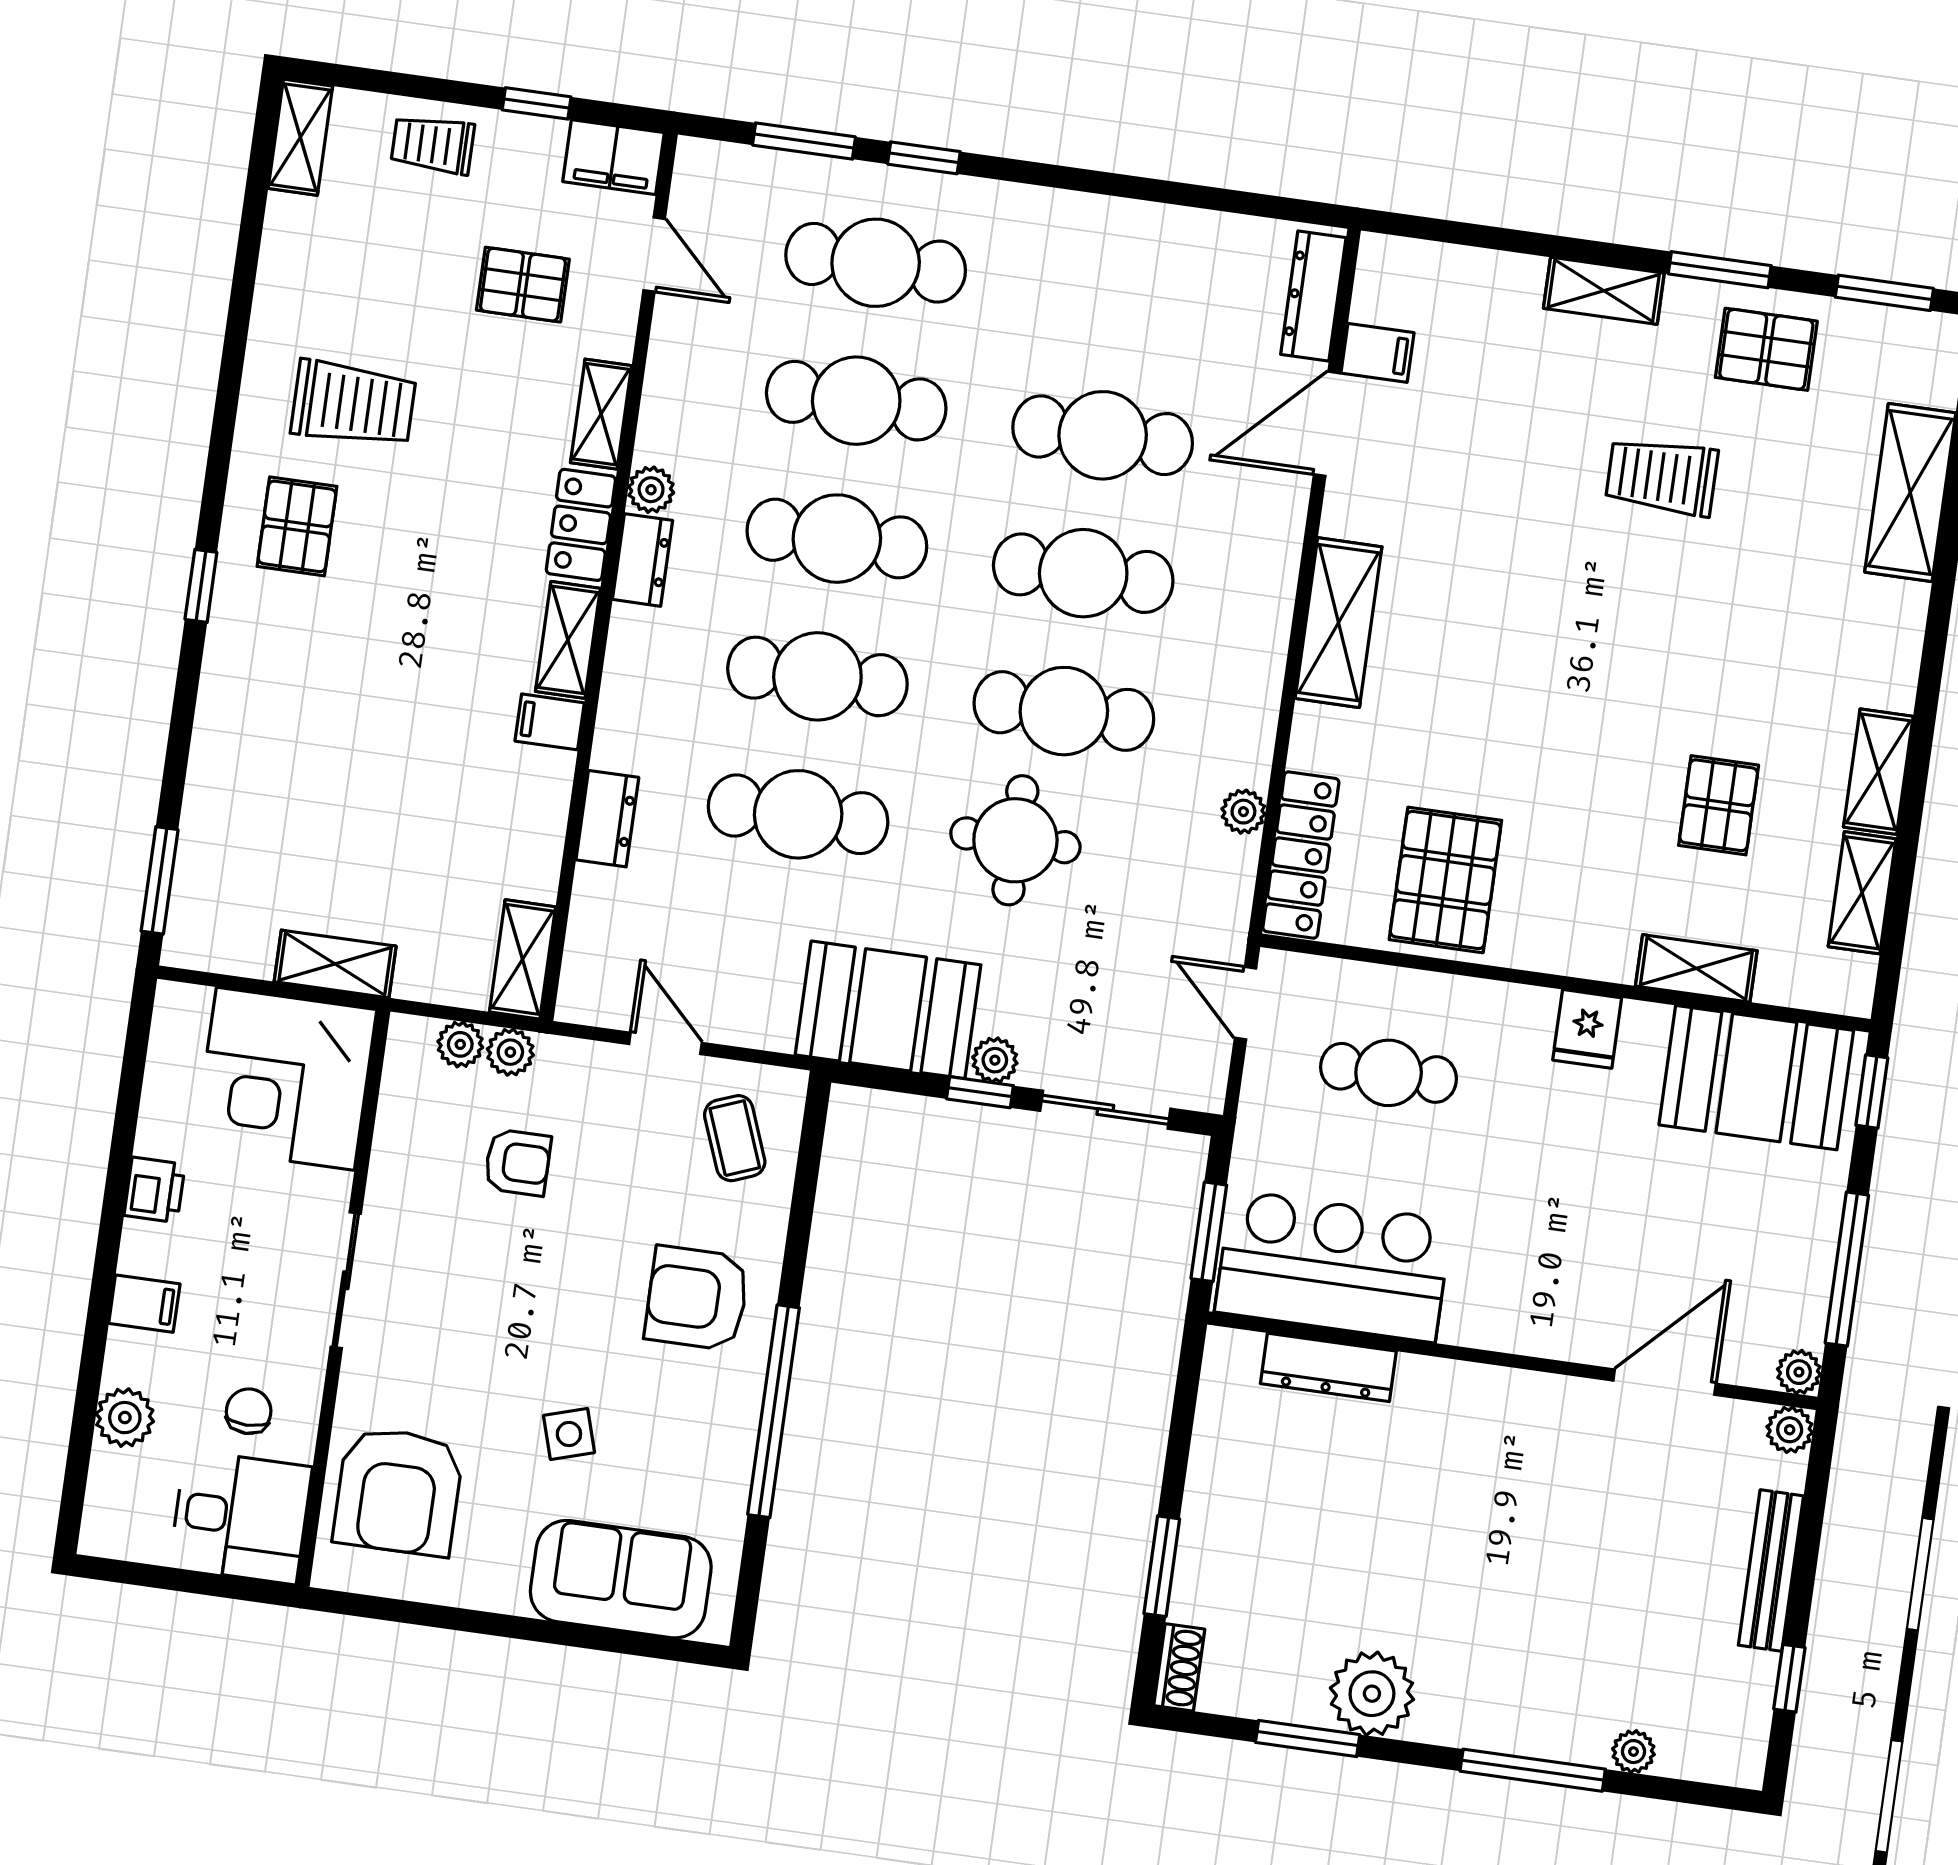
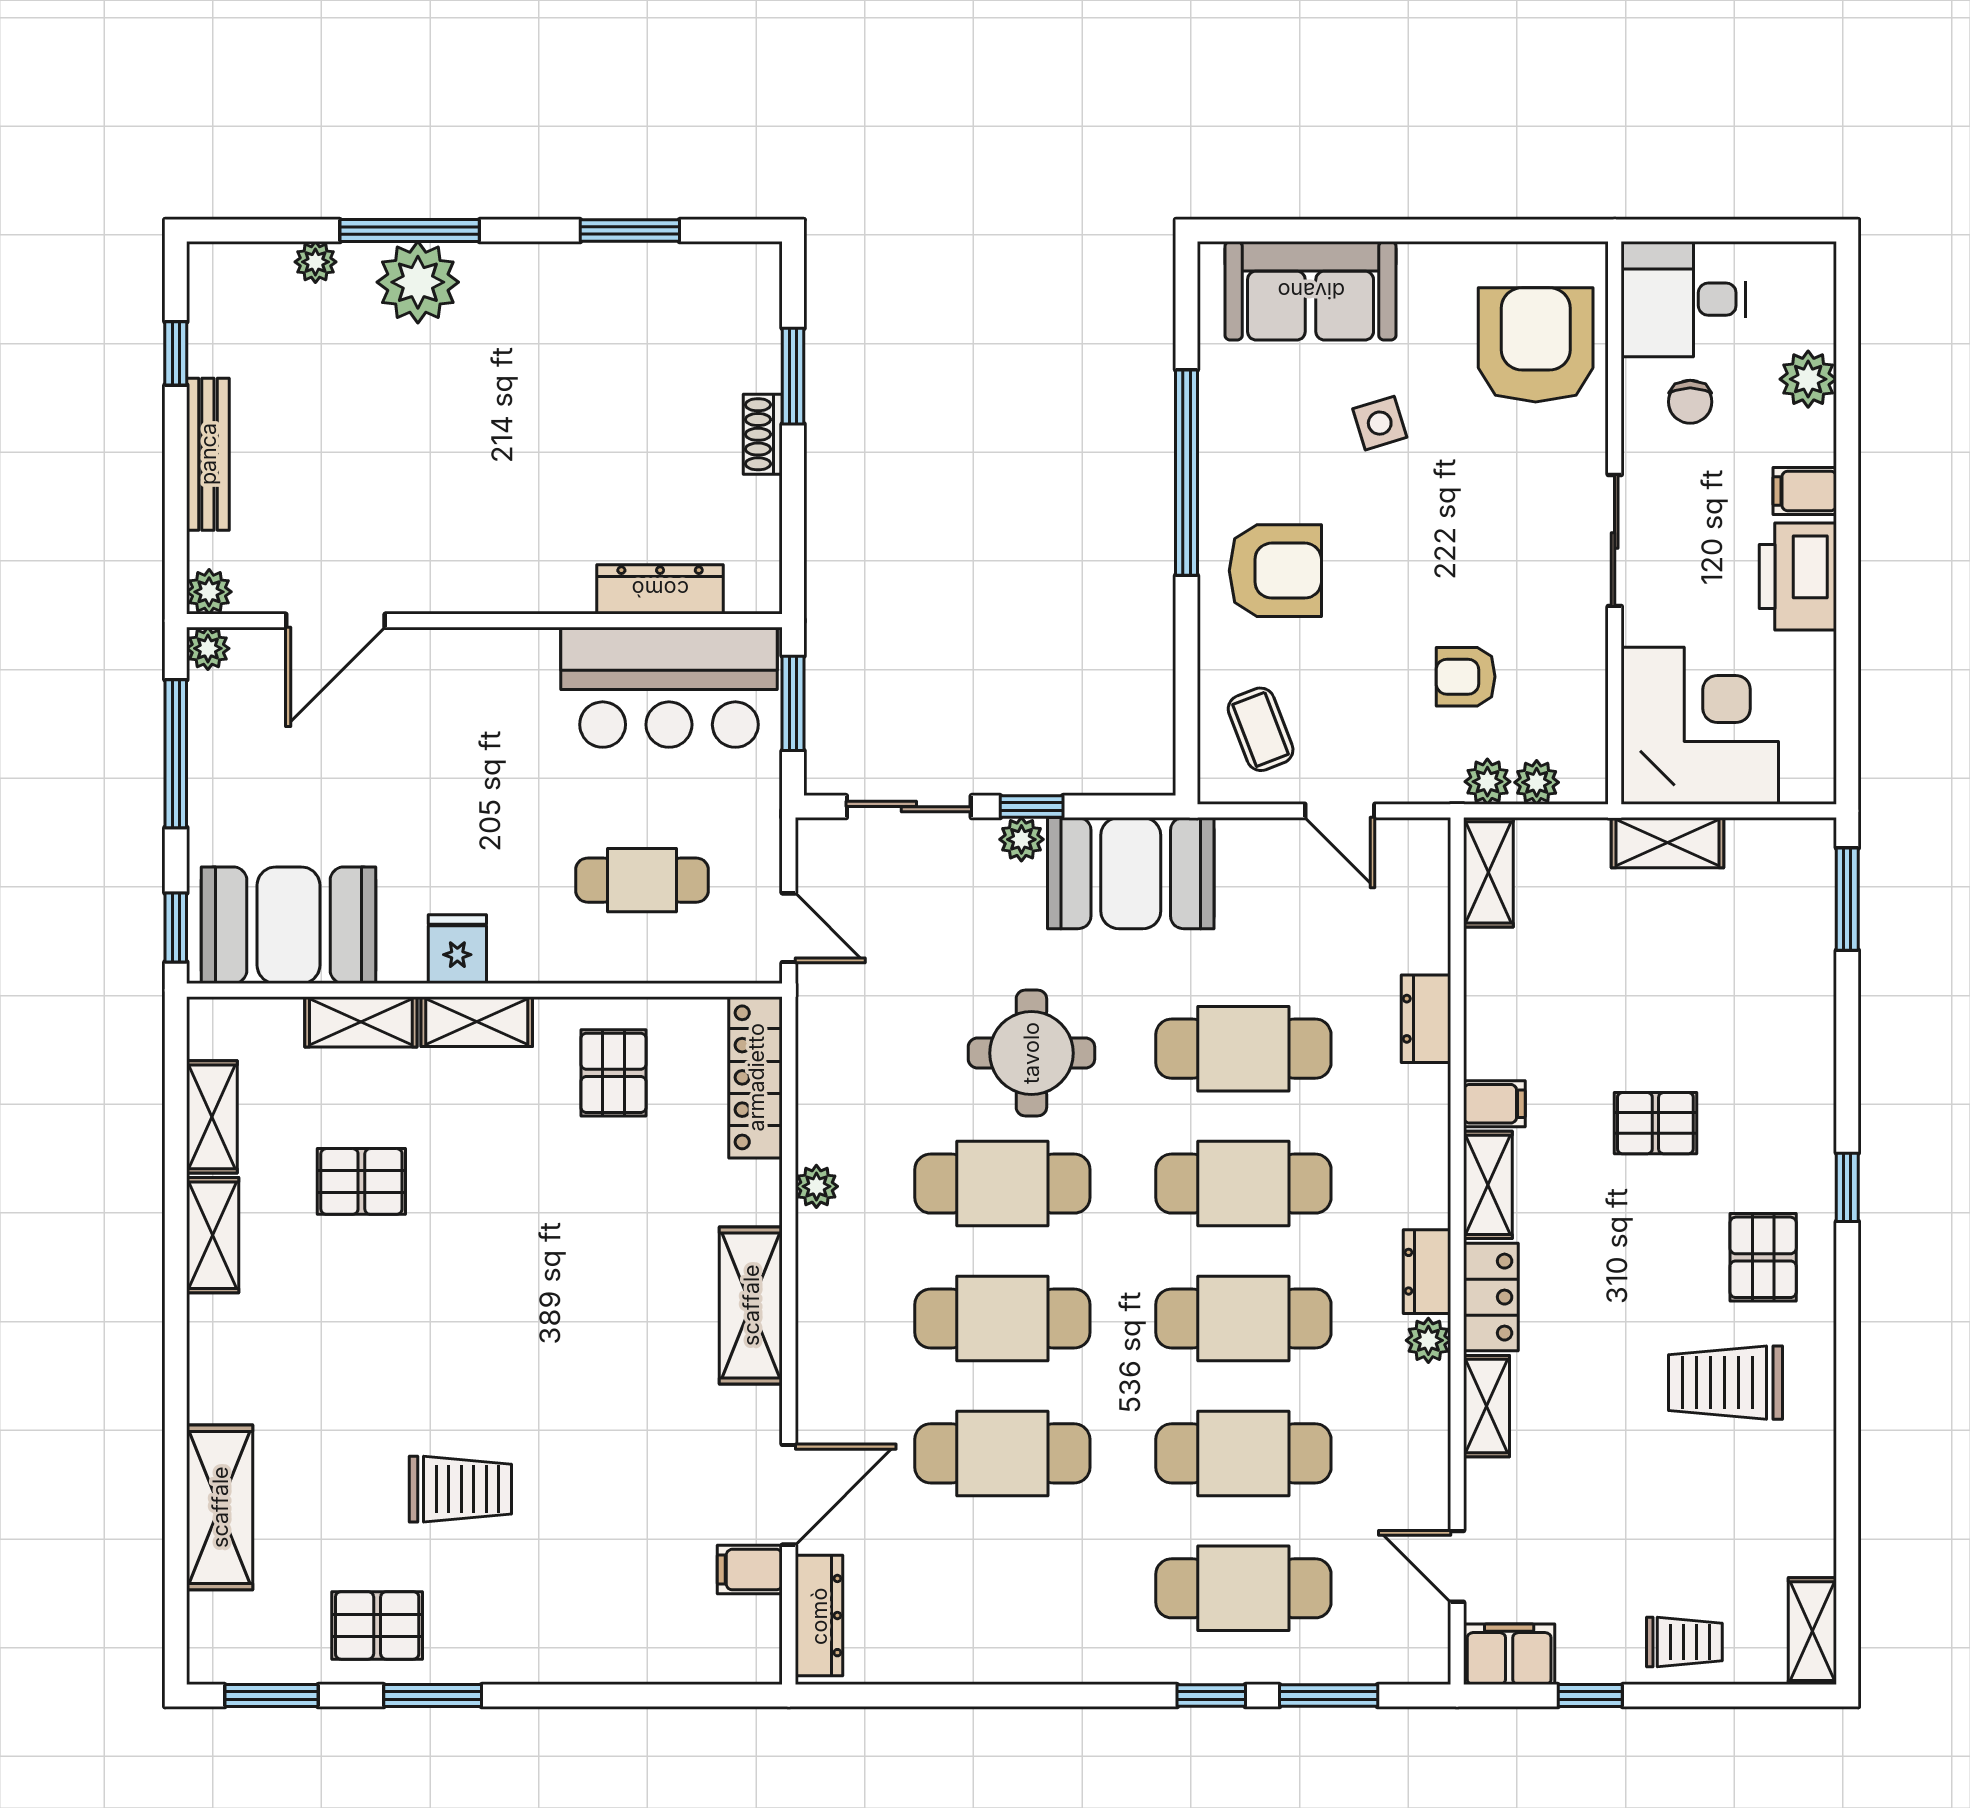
pallet: (523, 285) -> (1655, 1123), moved
shelving: (1604, 291) -> (477, 1022), moved
pallet: (1719, 805) -> (361, 1181), turned 90
plant: (1243, 812) -> (816, 1186), moved
pallet: (1445, 880) -> (613, 1073), width x0.67, depth x0.71
printer: (154, 1190) -> (1798, 577), width x1.87, depth x1.48
shoe rack: (1179, 1667) -> (763, 434), moved
plant: (1372, 1694) -> (418, 282), moved

